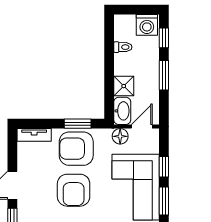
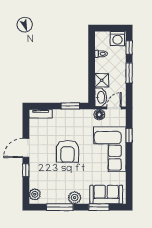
armchair: (76, 149) -> (69, 123), removed
window: (164, 201) -> (129, 159), removed

